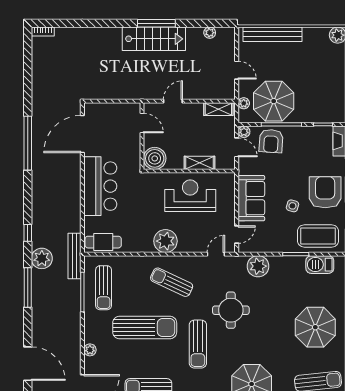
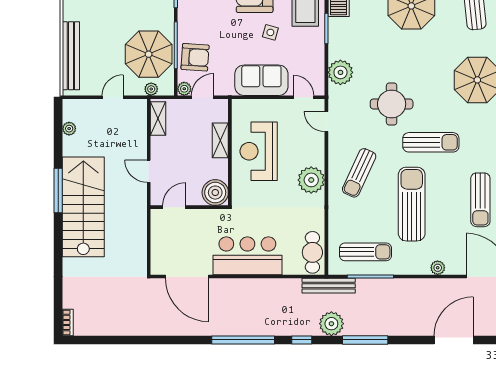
stairs: (154, 39) -> (83, 207), width x1.36, depth x1.51
window: (28, 143) -> (243, 340), moved

